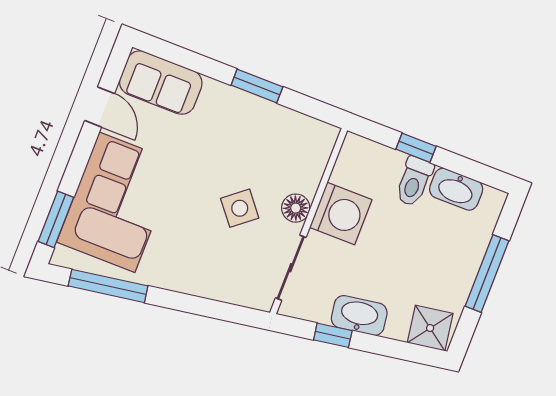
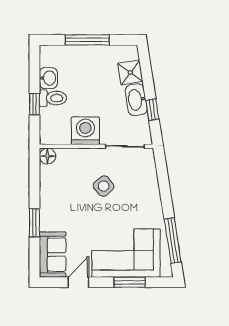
window: (257, 86) -> (34, 223), moved
washbasin: (456, 189) -> (48, 78), width x0.72
floor lamp: (296, 208) -> (47, 156), moved
window: (56, 219) -> (130, 282), moved
shower: (430, 328) -> (130, 72), moved

